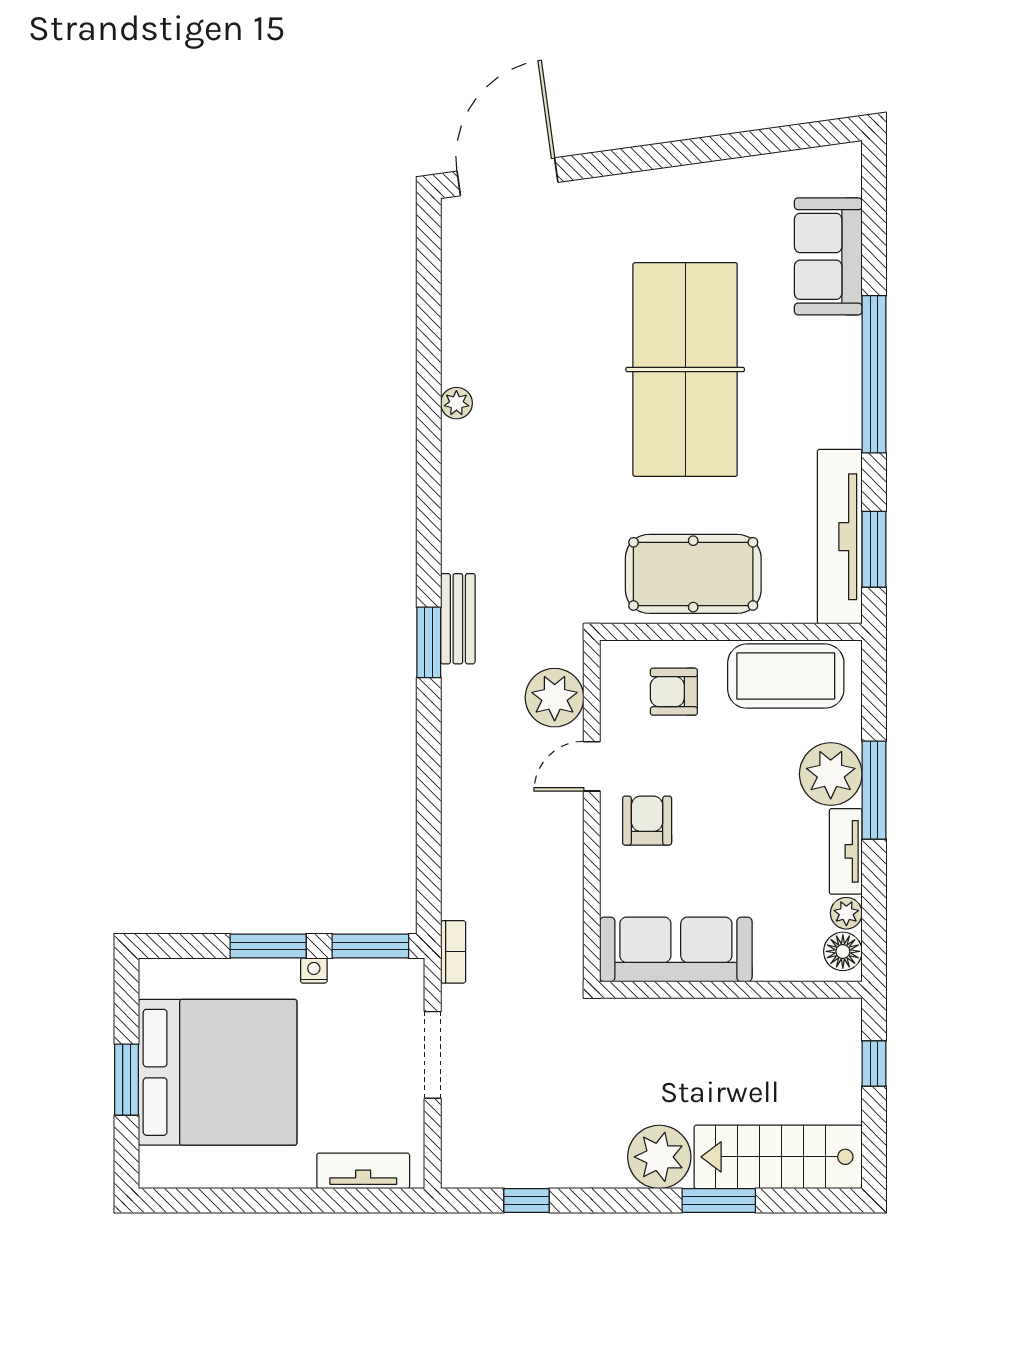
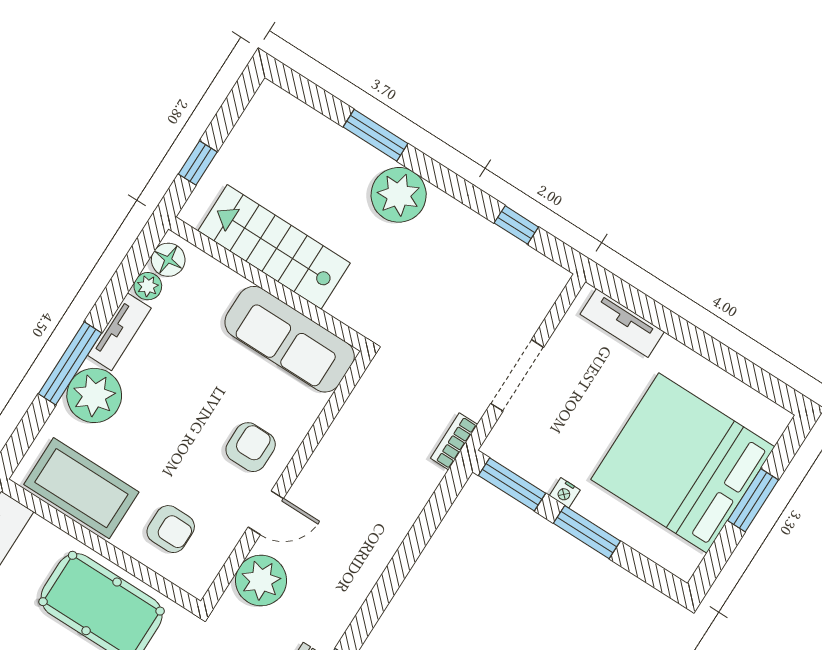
armchair: (647, 821) -> (251, 447), turned 180
stairs: (778, 1157) -> (274, 247), moved, turned 180

